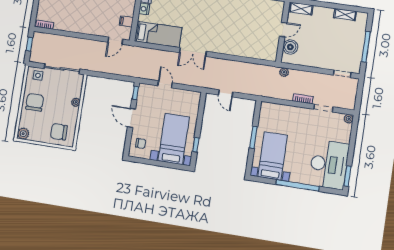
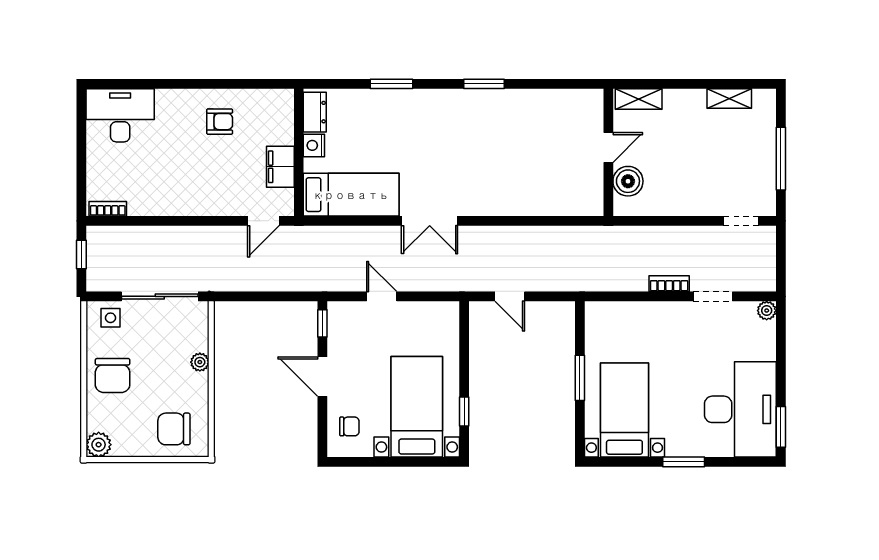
filing cabinet: (126, 21) -> (280, 167), width x2.00
plant: (284, 72) -> (623, 235), removed
chair: (35, 102) -> (113, 375), turned 180
window: (298, 185) -> (684, 462), width x0.47

